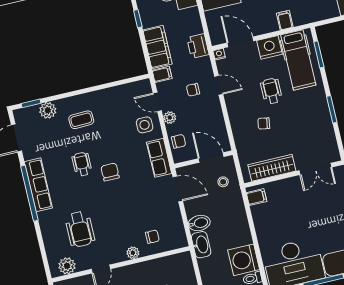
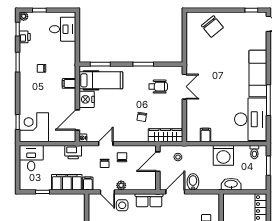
wheelchair: (271, 91) -> (158, 87), moved, turned 180
door: (157, 102) -> (107, 192), hinge flipped
chair: (179, 141) -> (122, 157), moved
wardrobe: (272, 168) -> (166, 135), moved, turned 90
filing cabinet: (256, 197) -> (205, 135), moved
bidet: (199, 223) -> (193, 182), moved
washbasin: (201, 245) -> (231, 184), moved
washing machine: (244, 260) -> (223, 155), moved

